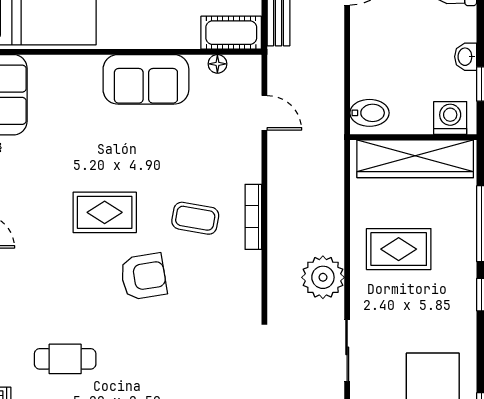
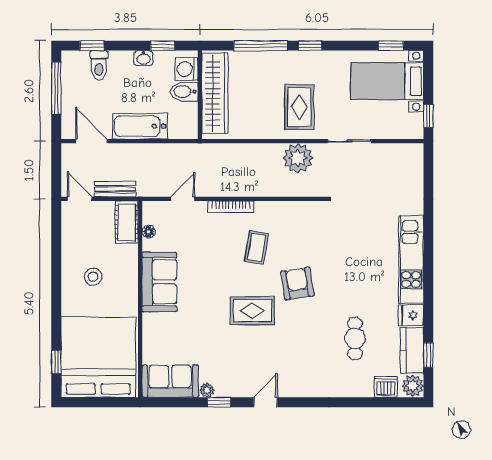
bathtub: (368, 52) -> (140, 126), added
bidet: (369, 113) -> (184, 92), moved, turned -90
rug: (105, 212) -> (252, 311), turned 90
bookcase: (253, 217) -> (231, 207), moved
rug: (399, 249) -> (299, 107), moved

